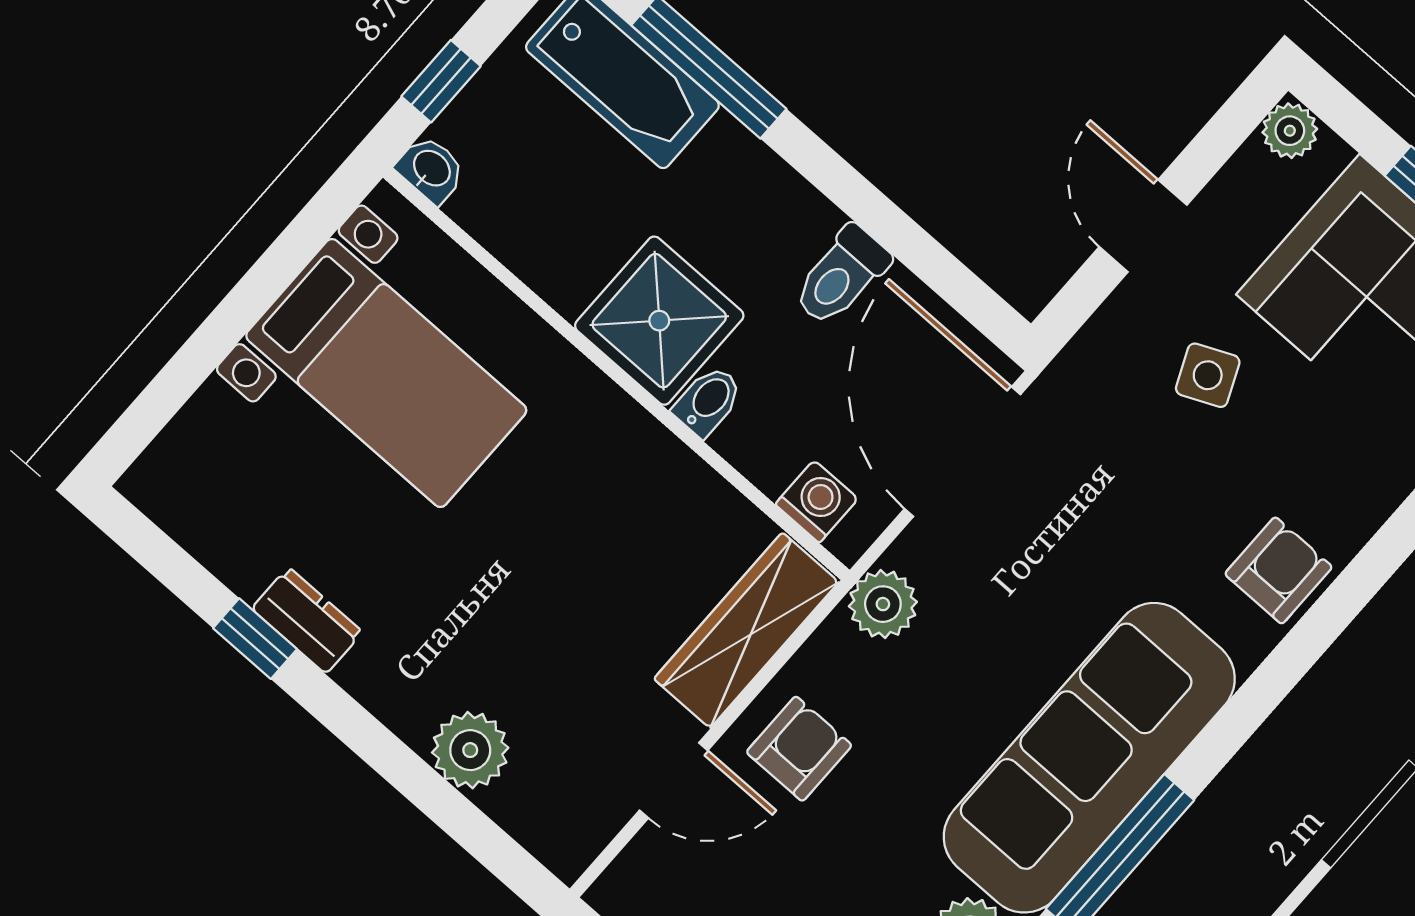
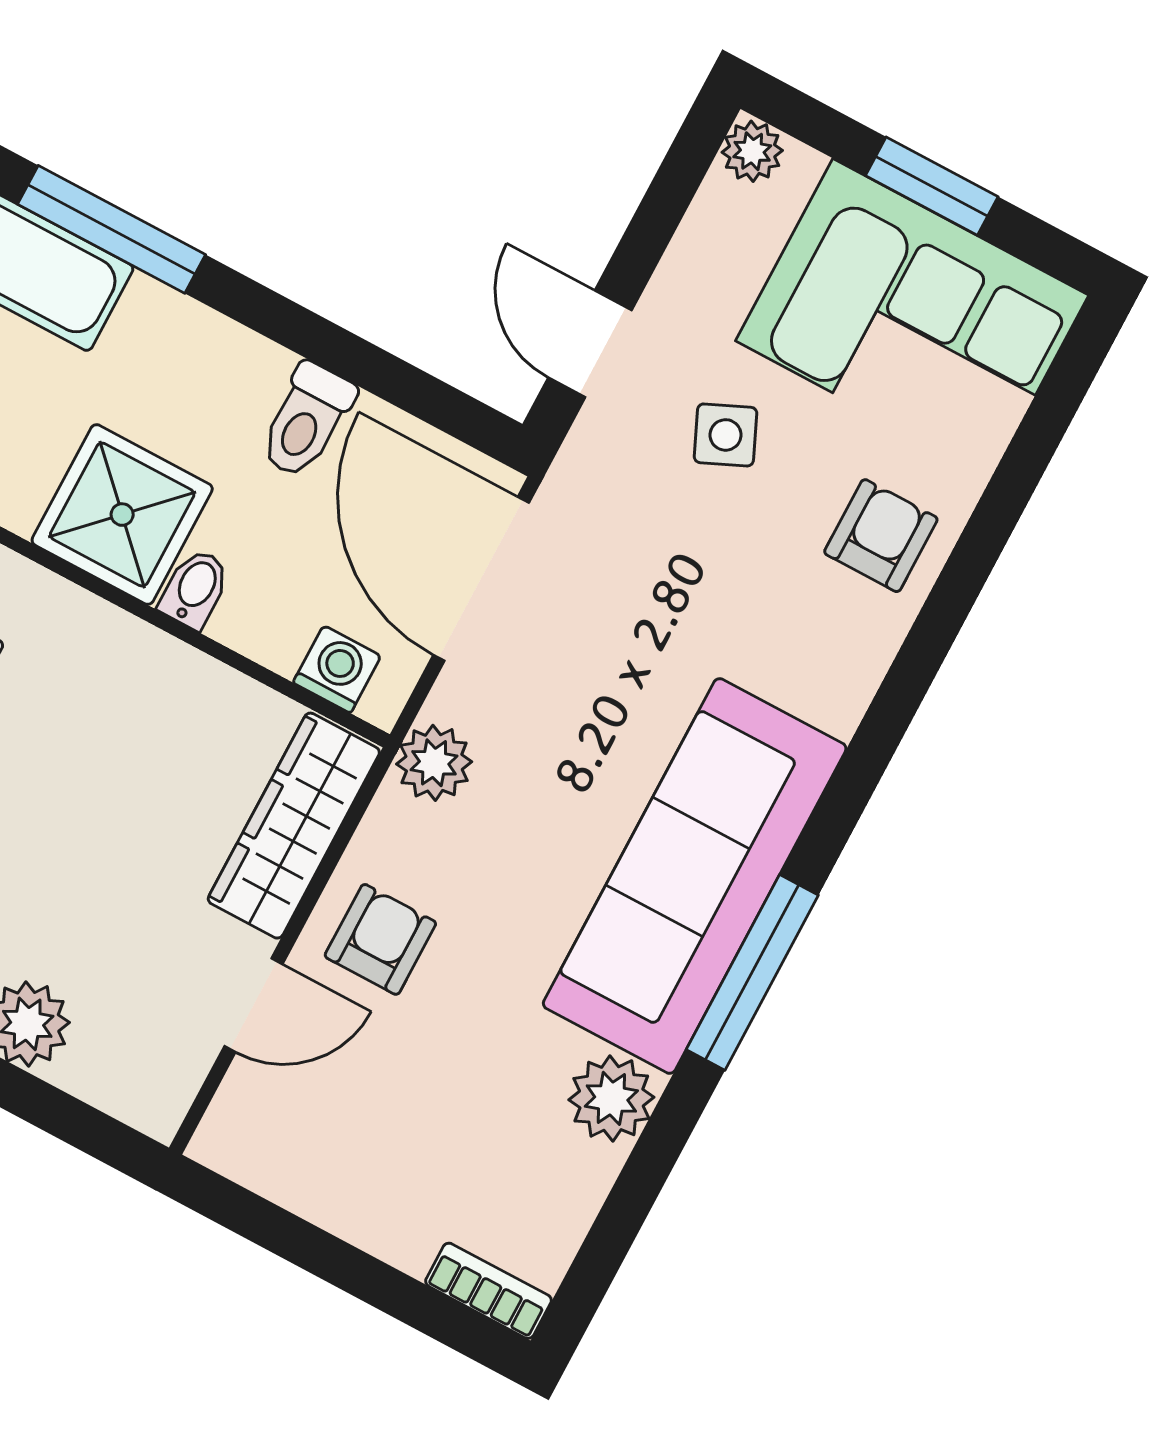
door: (1143, 226) -> (590, 344), moved
armchair: (1278, 570) -> (881, 536), moved

